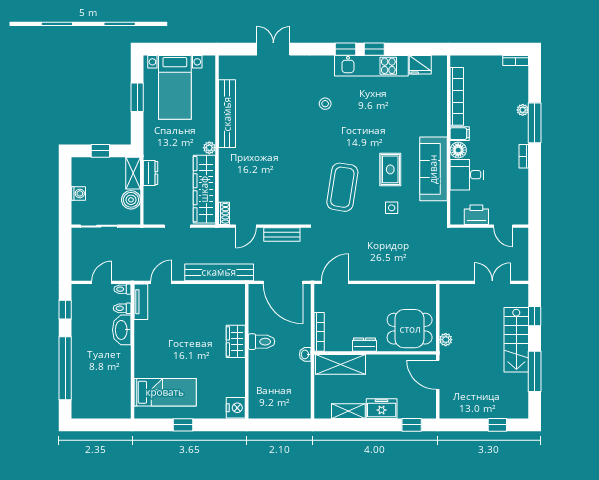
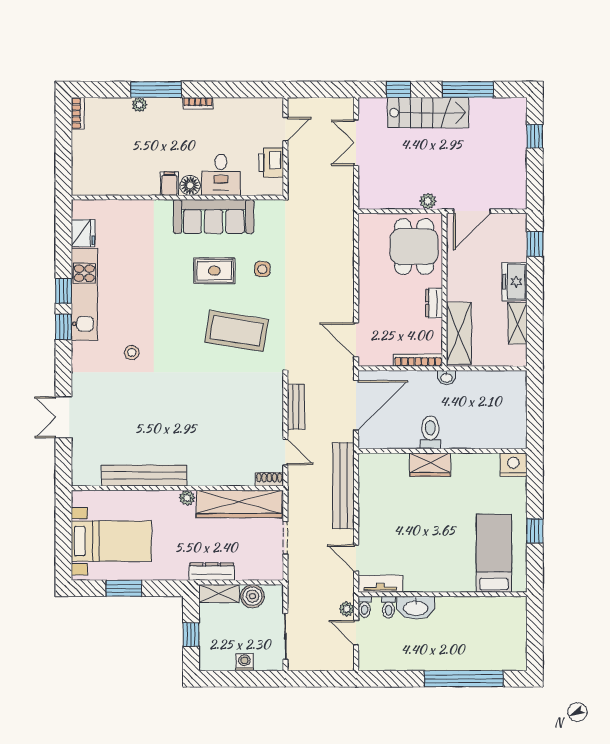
bookcase: (457, 96) -> (123, 187), removed
dresser: (151, 173) -> (212, 572), width x1.44
plant: (121, 275) -> (347, 609), added
window: (65, 310) -> (390, 679), removed

